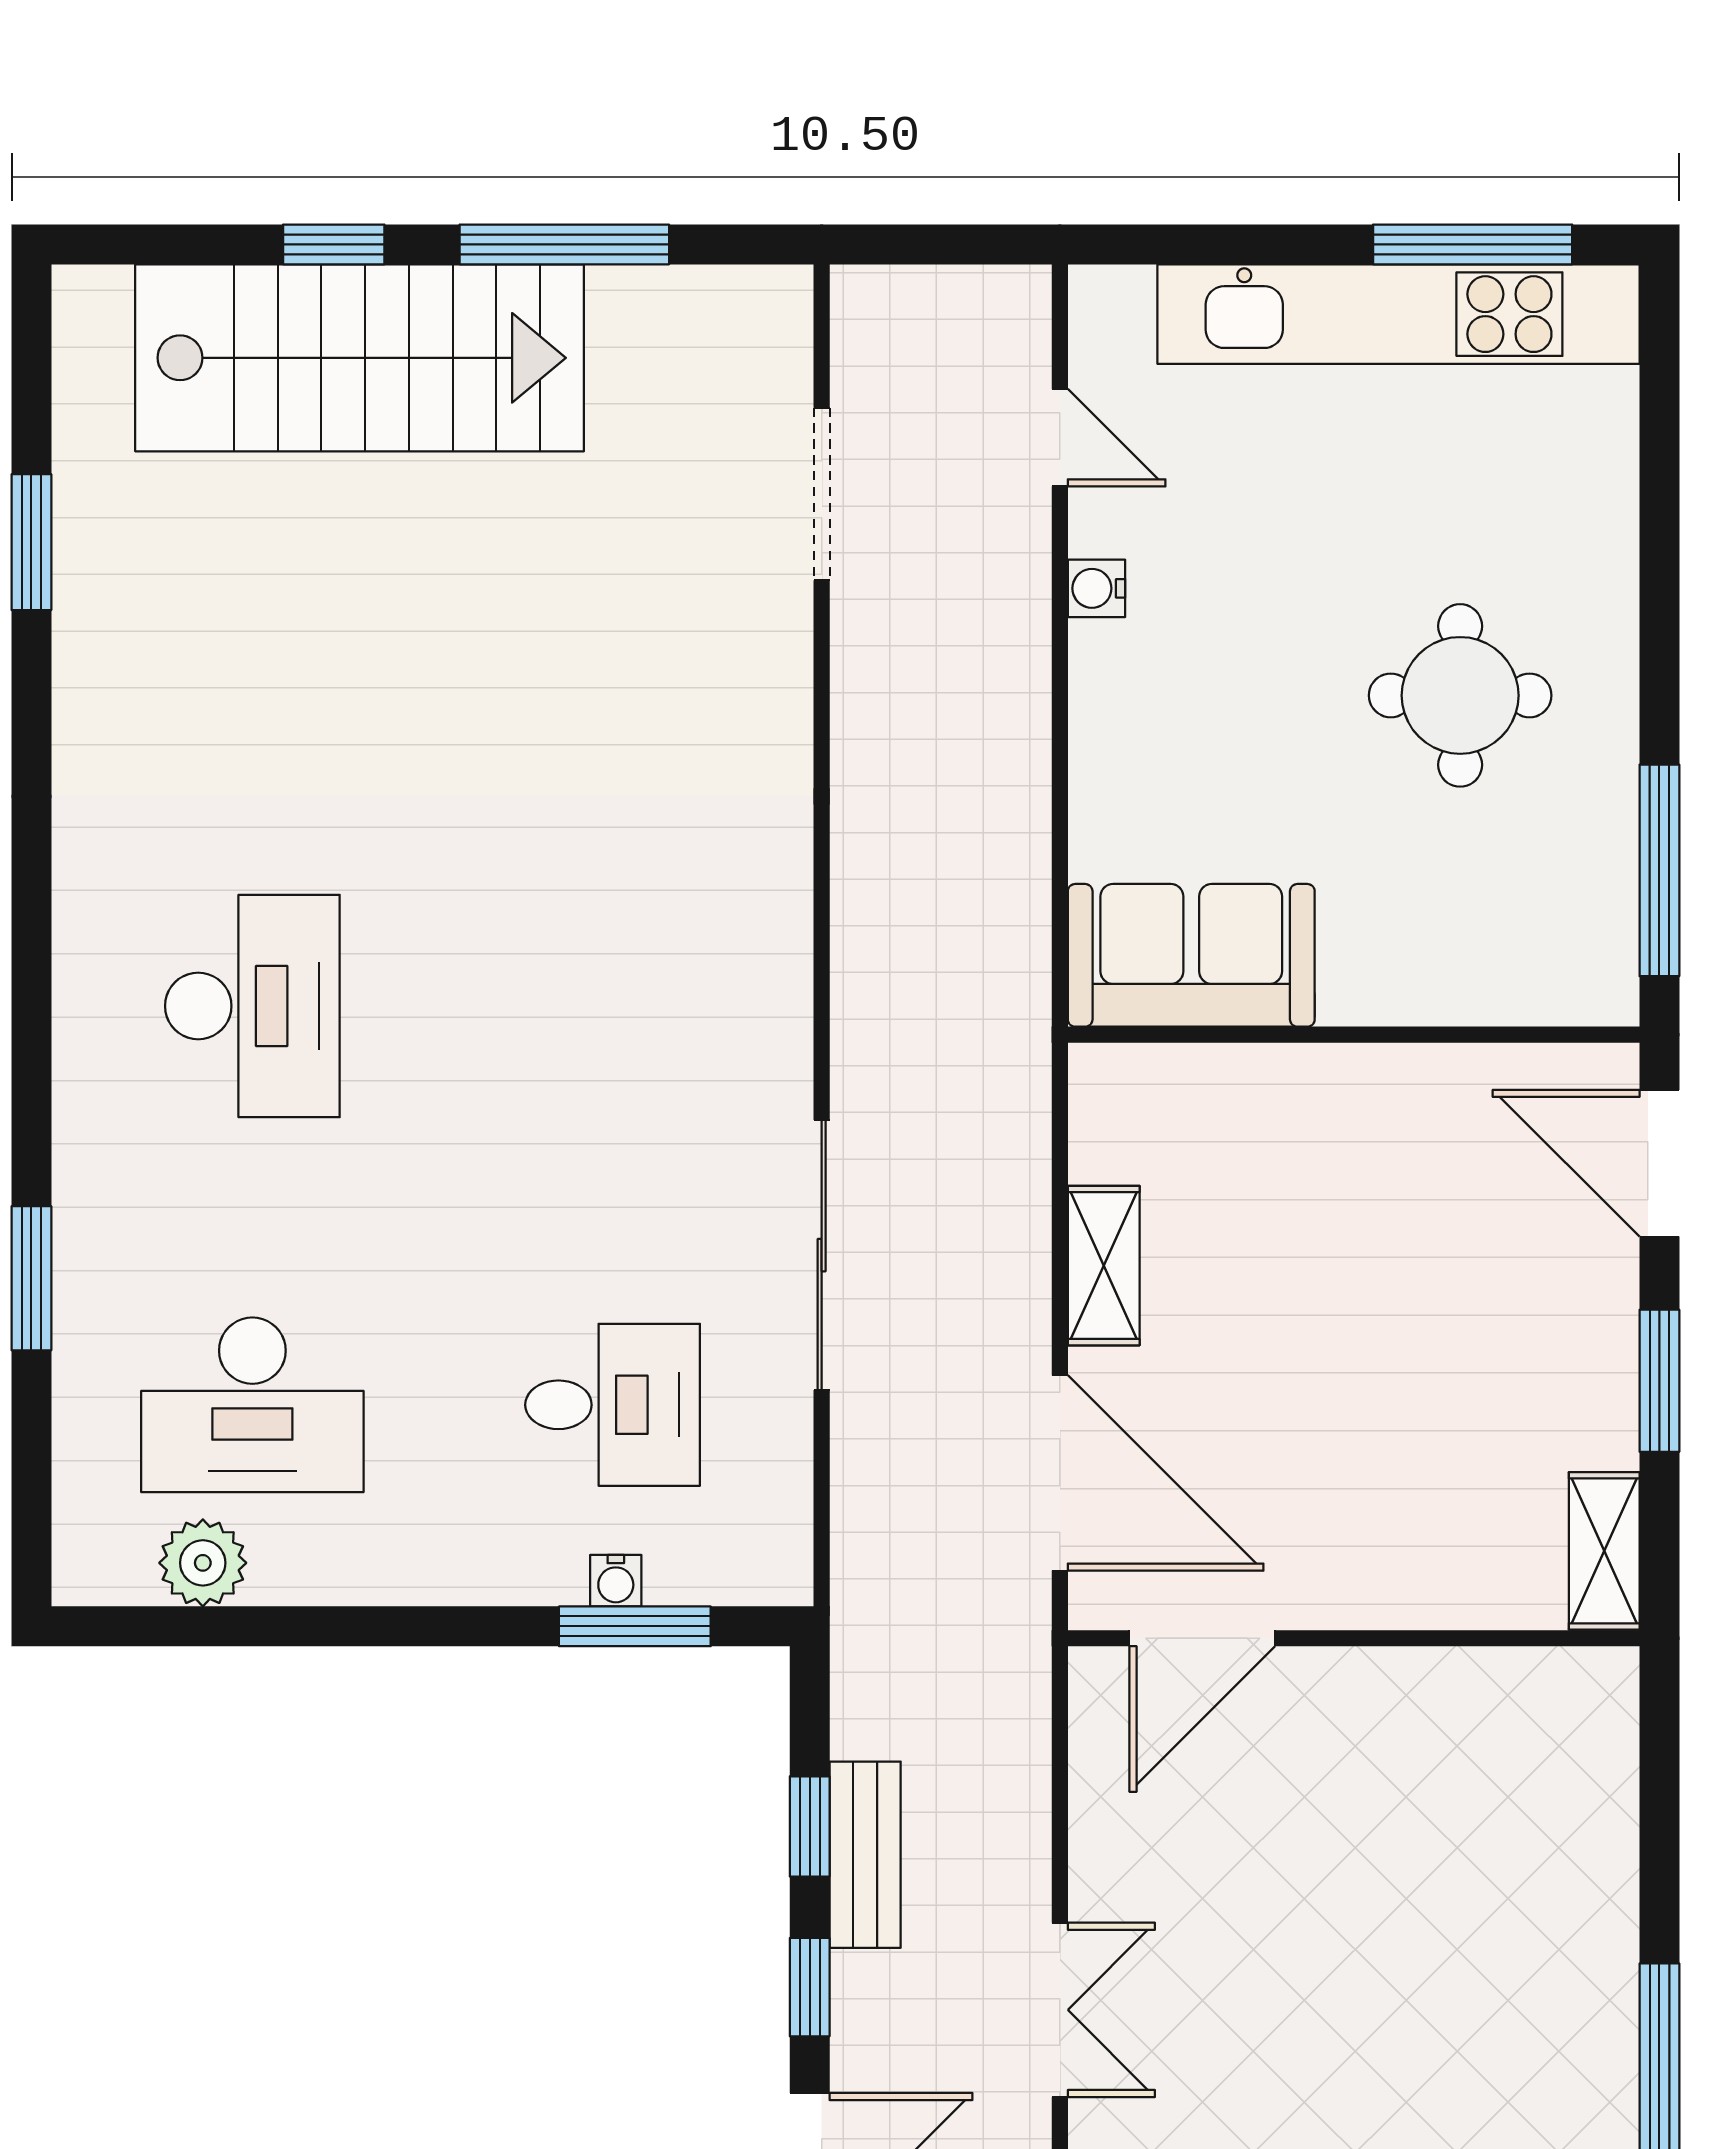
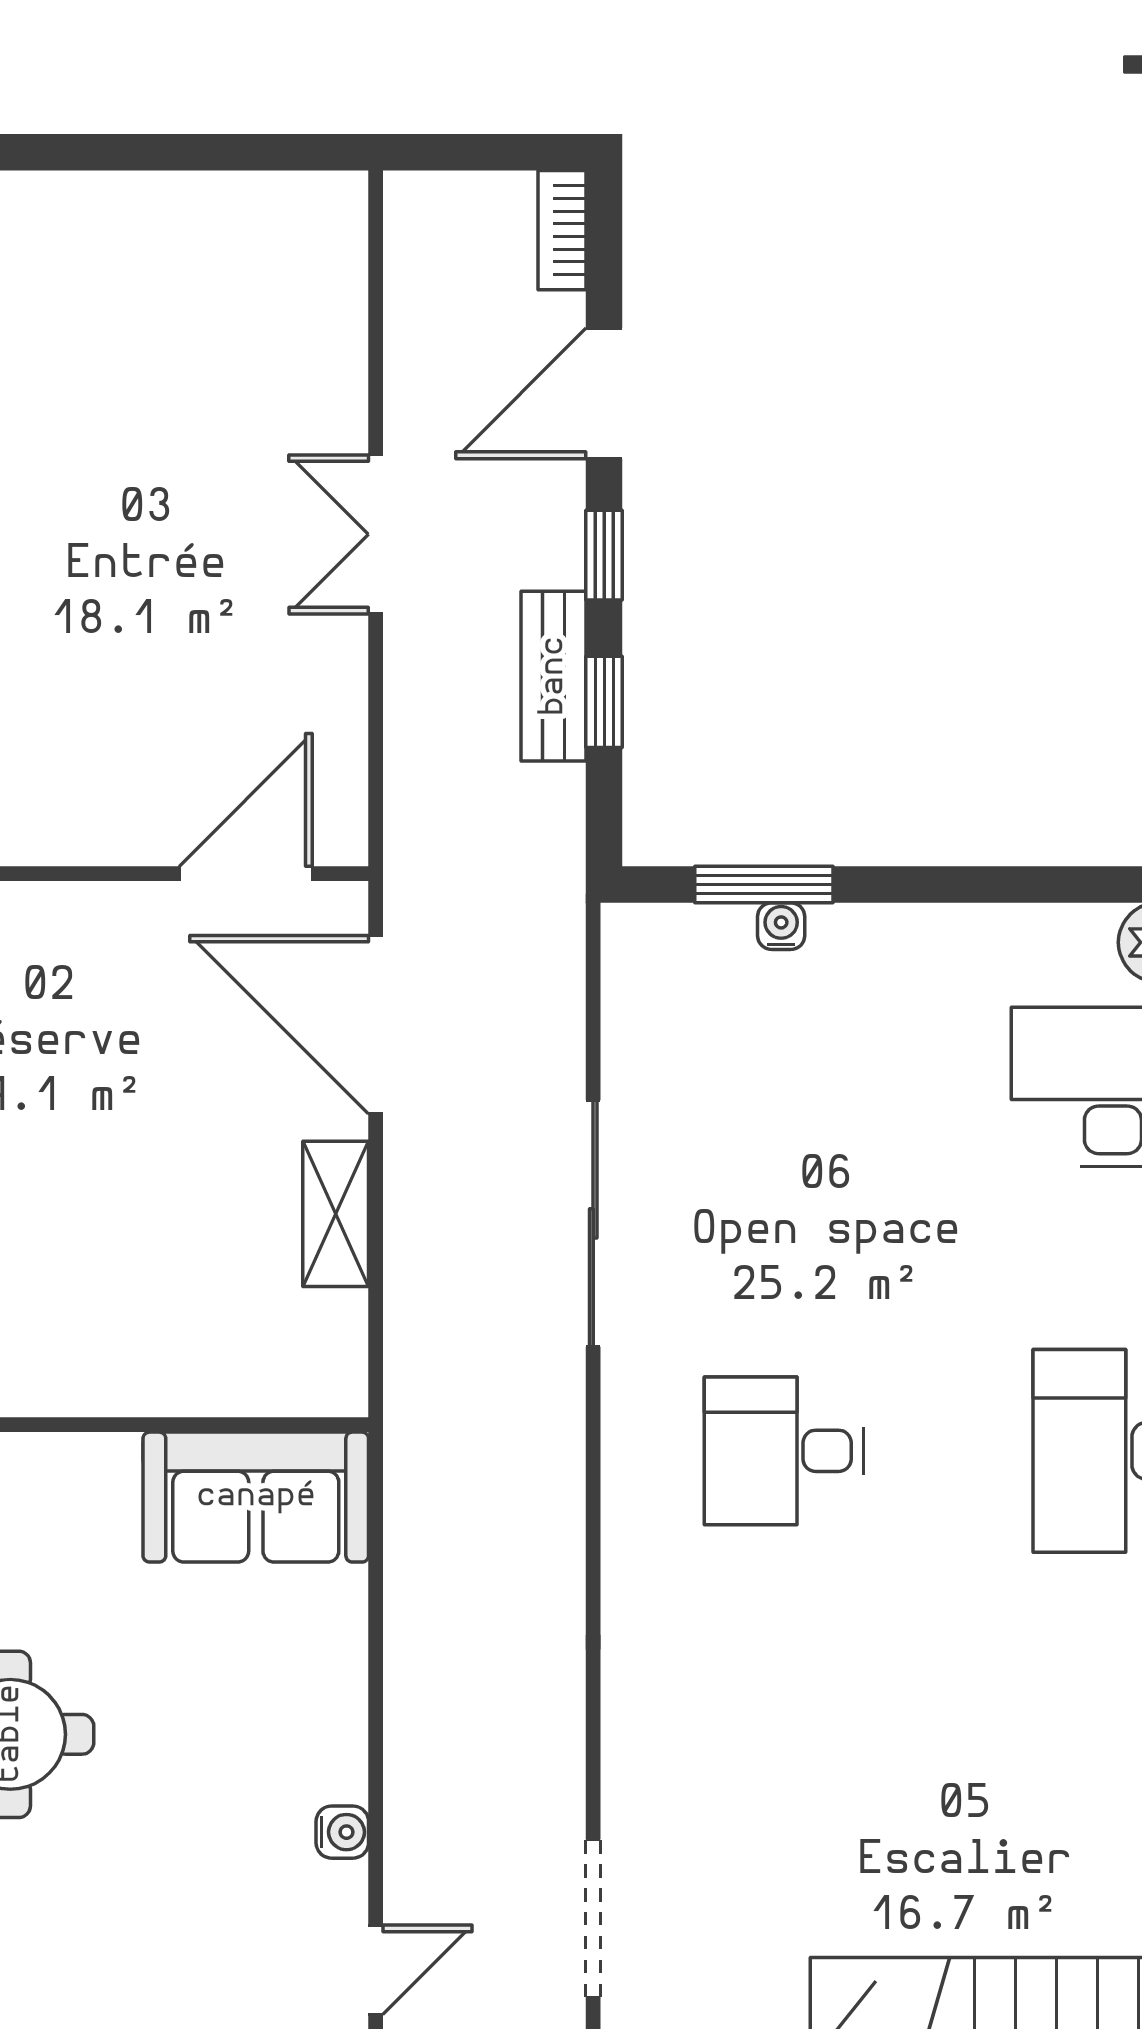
door: (1060, 438) -> (376, 1970), swing flipped
desk: (613, 1405) -> (784, 1451), moved

